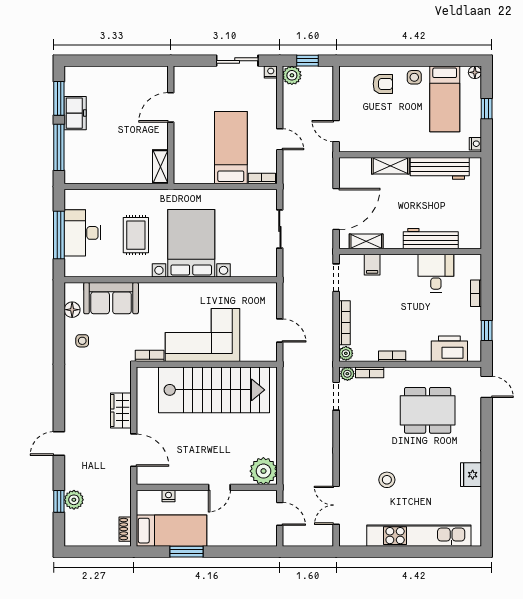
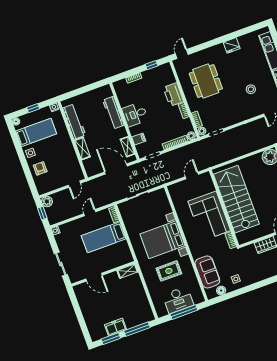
sliding door: (237, 61) -> (61, 264), moved
plant: (292, 75) -> (47, 201), moved
desk: (436, 273) -> (135, 114), moved
printer: (449, 349) -> (173, 94), moved

